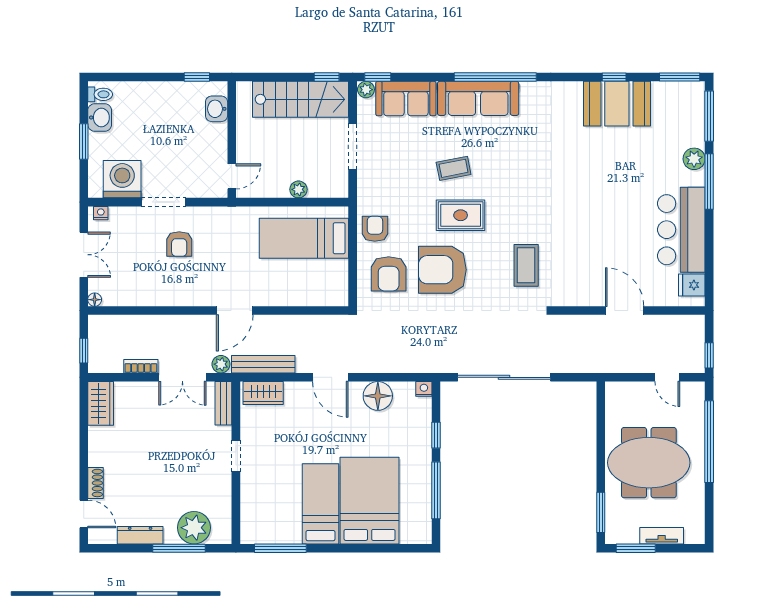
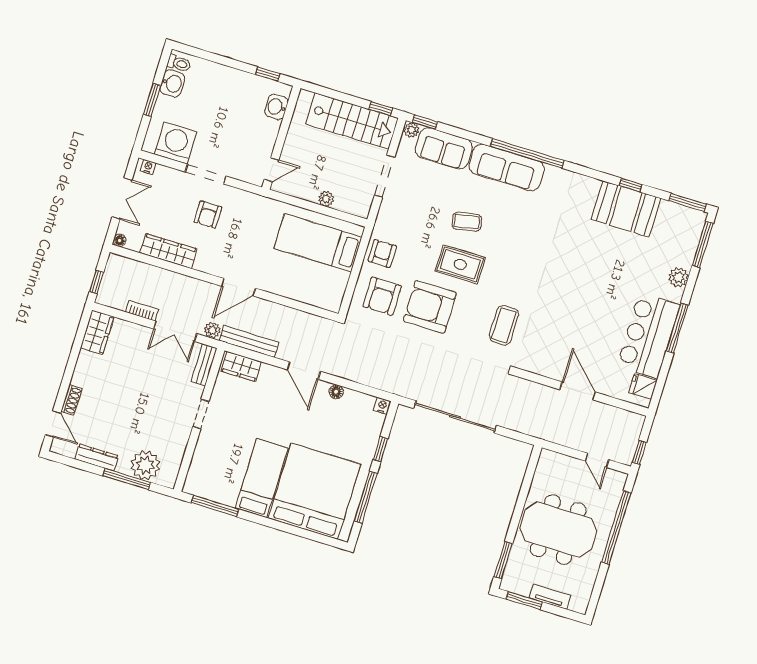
window: (709, 181) -> (677, 328), moved
wardrobe: (149, 295) -> (168, 251), added
floor lamp: (378, 396) -> (336, 392), width x0.53, depth x0.53
bed: (370, 501) -> (314, 491), width x1.36

